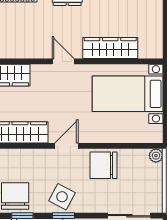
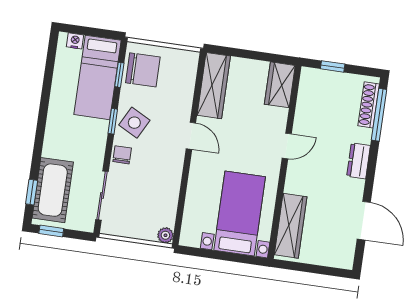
wardrobe: (110, 48) -> (291, 226), moved
chair: (103, 165) -> (122, 155), moved, width x0.54, depth x0.54

